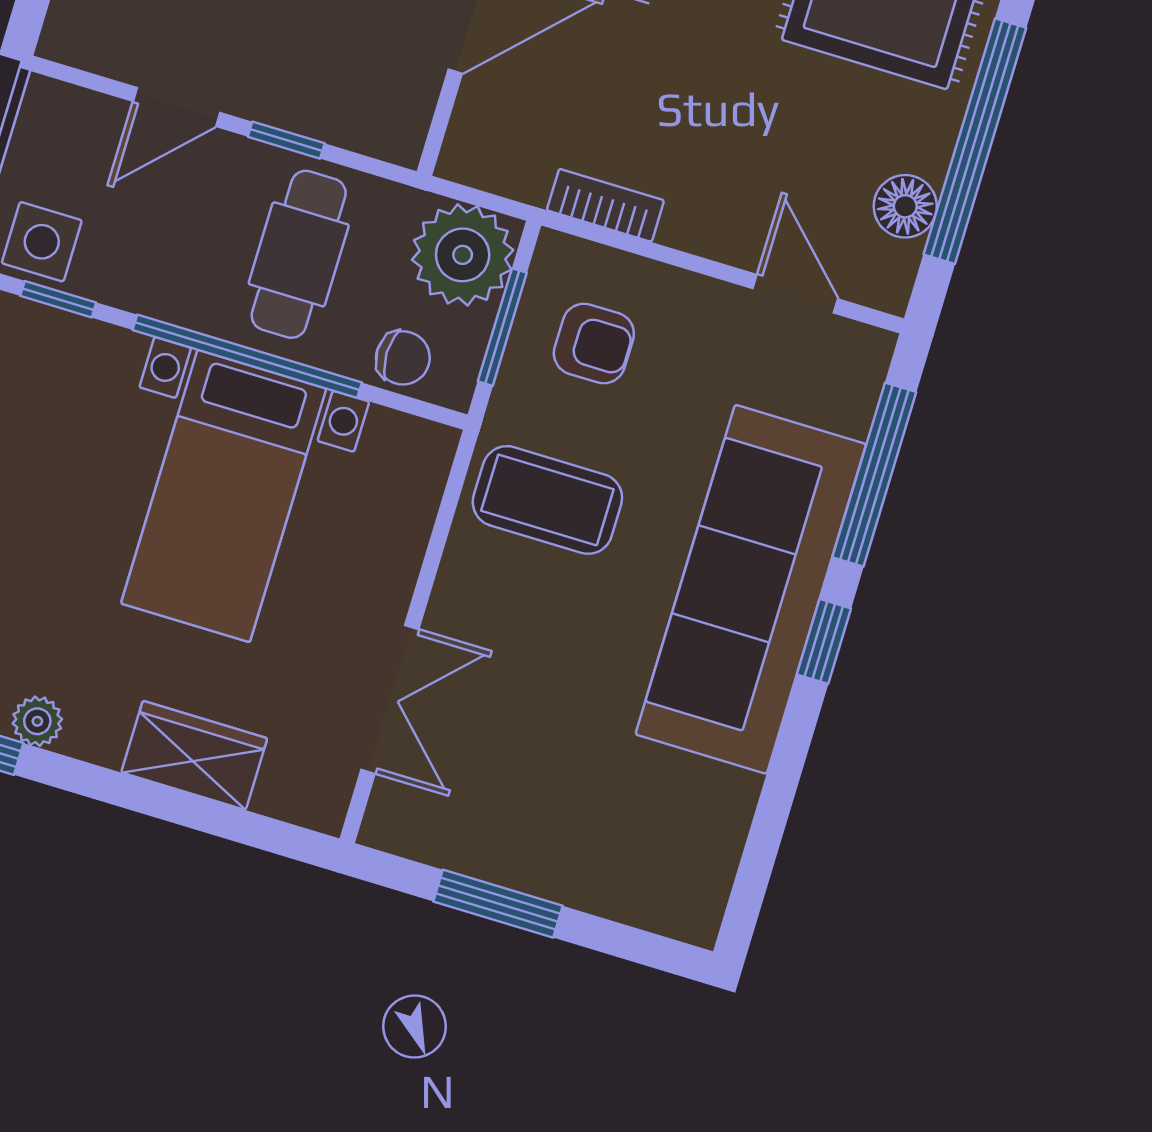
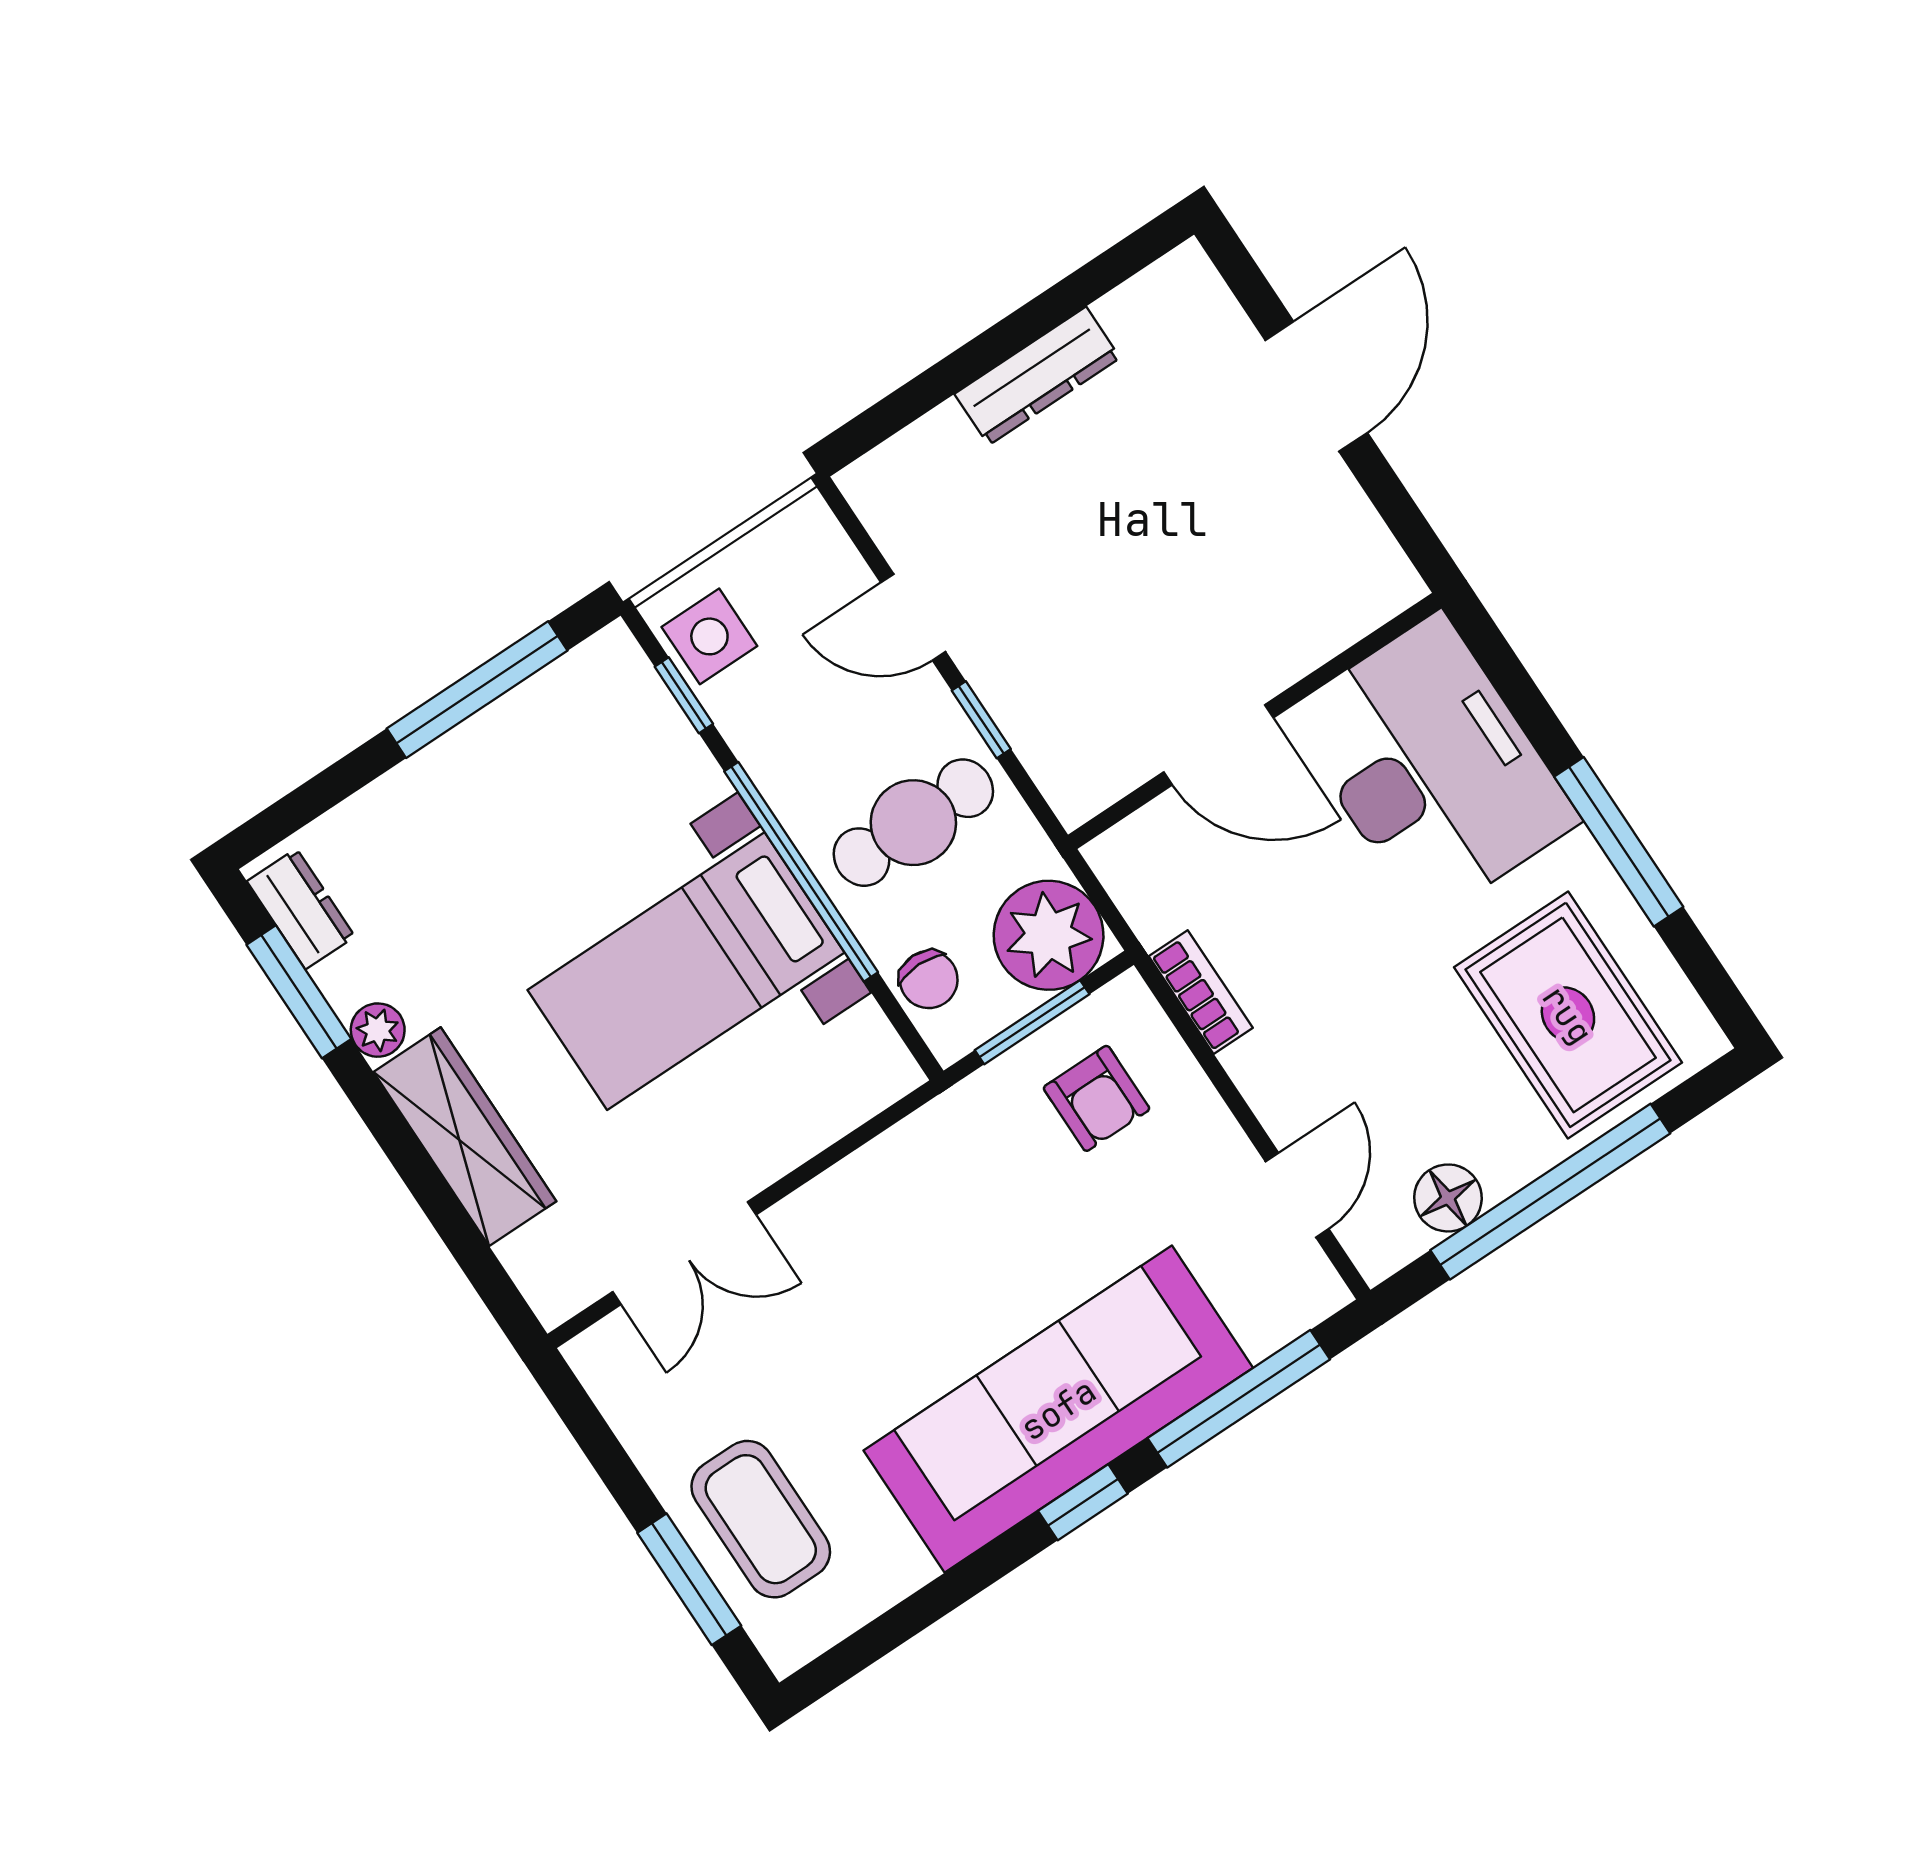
coffee table: (547, 500) -> (761, 1519), moved
wardrobe: (194, 755) -> (465, 1137), width x1.50
window: (498, 904) -> (689, 1579), moved

